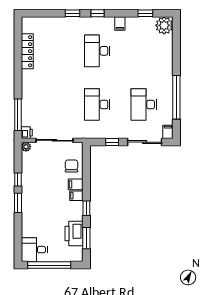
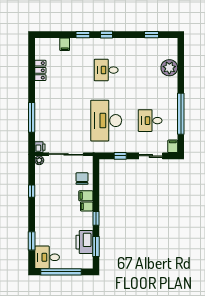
filing cabinet: (120, 23) -> (65, 44), moved
plant: (164, 25) -> (169, 68), moved
locker: (27, 51) -> (40, 70), width x0.66
desk: (97, 51) -> (106, 70), width x0.73
desk: (97, 104) -> (106, 121), width x1.36, depth x1.30
desk: (144, 104) -> (150, 121), width x0.73
window: (18, 115) -> (32, 117), moved
sliding door: (145, 142) -> (151, 156), width x0.73
window: (18, 203) -> (32, 241), moved

